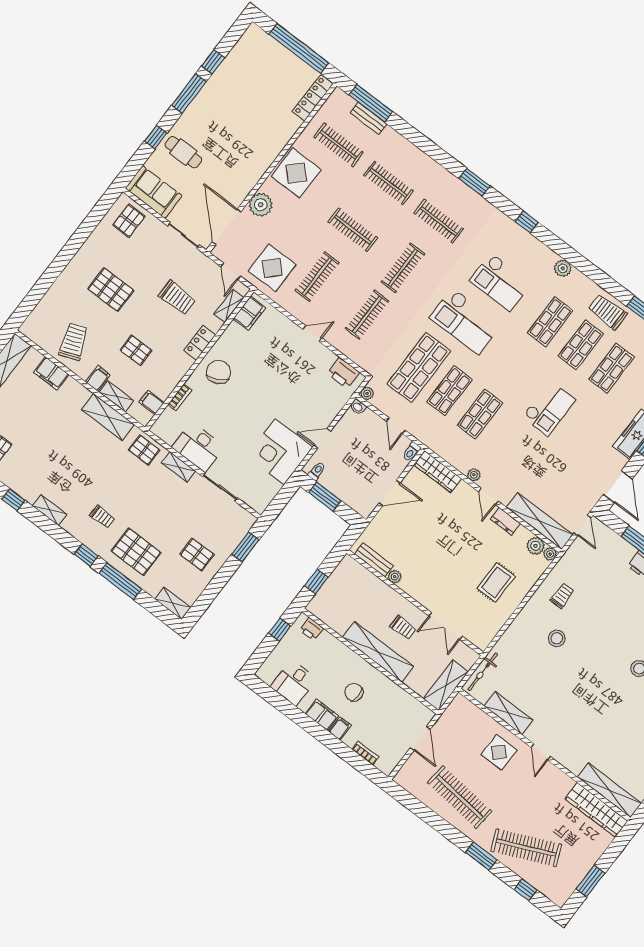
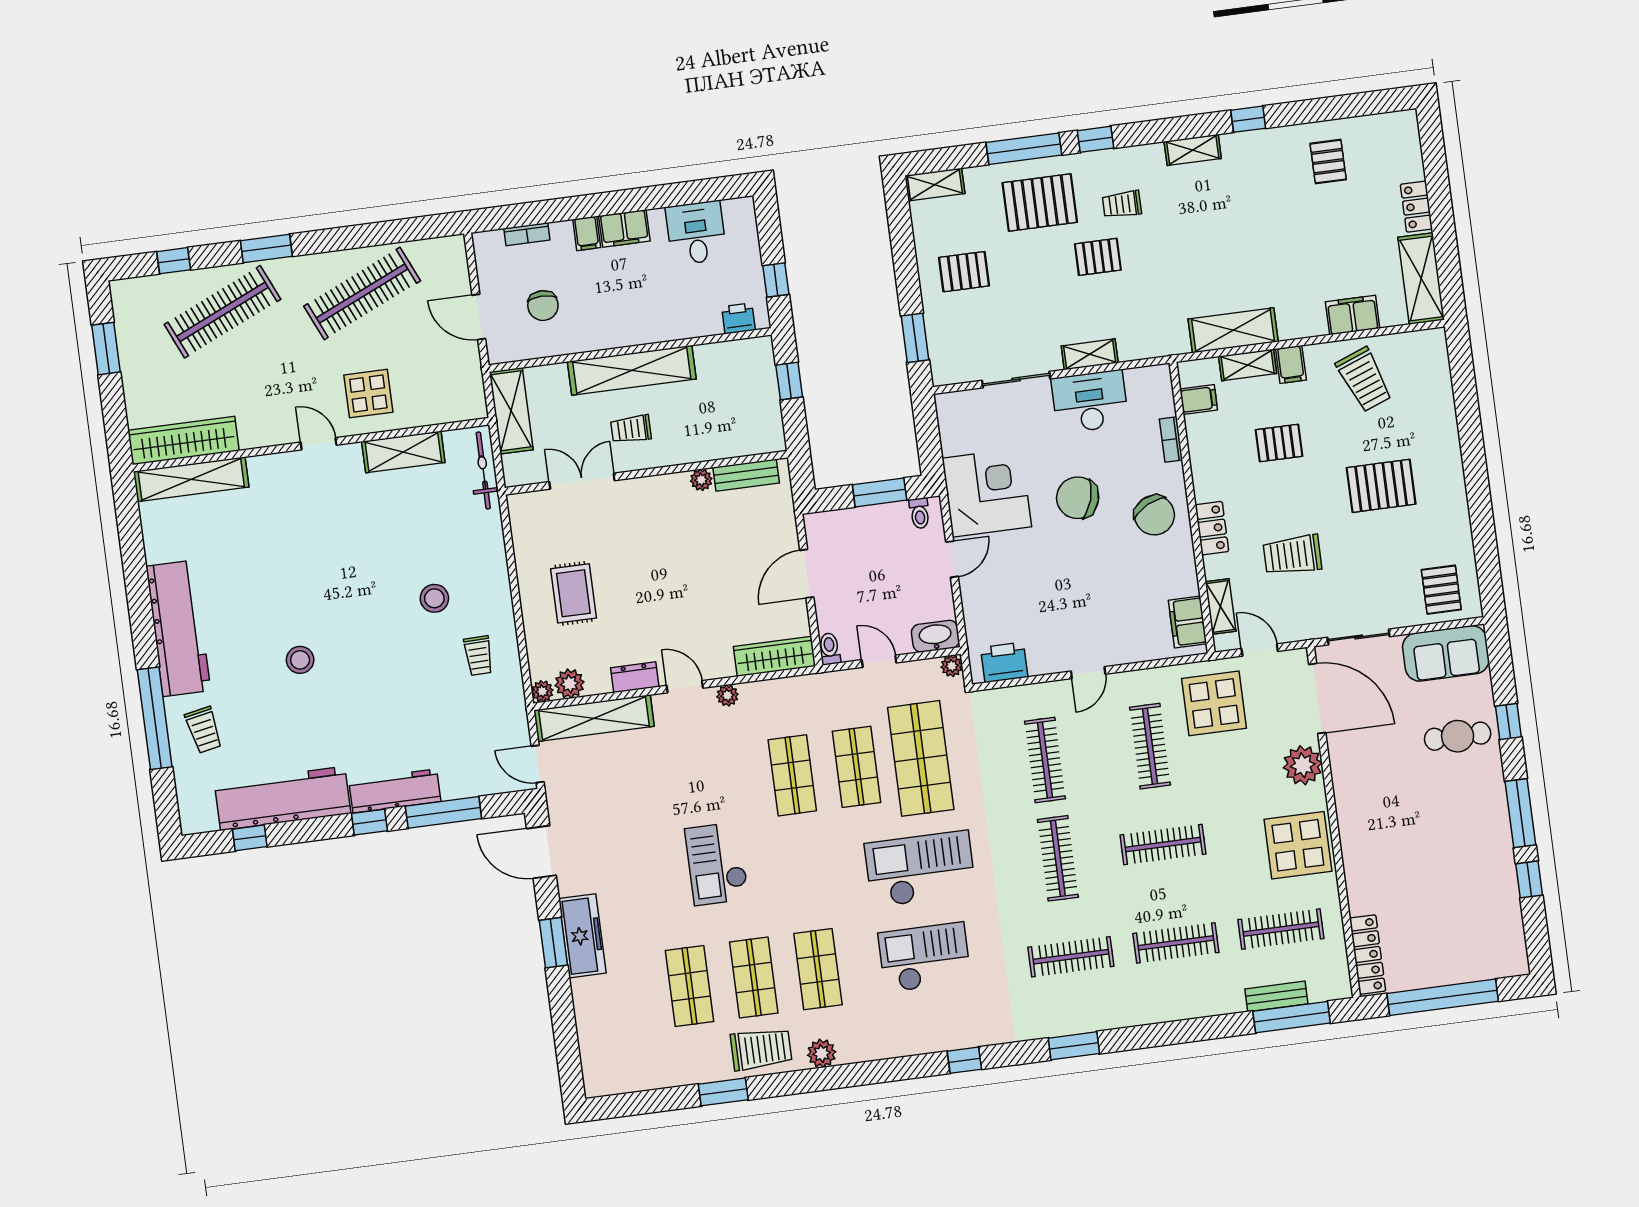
plant: (563, 268) -> (822, 1053), moved
washbasin: (358, 407) -> (935, 636), width x1.91, depth x1.45
chair: (244, 412) -> (1078, 498), added
pallet: (144, 450) -> (1098, 257), moved
chair: (354, 692) -> (543, 306), moved, turned 90
clothes rail: (460, 797) -> (362, 293), turned -30

